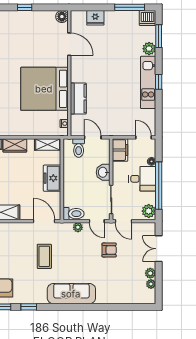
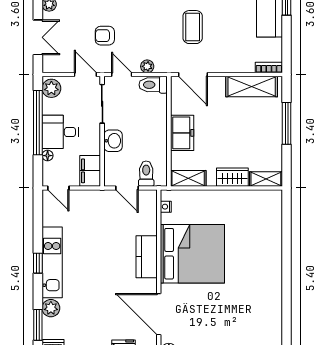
door: (69, 44) -> (159, 314), width x1.36
kitchen counter: (78, 99) -> (147, 257), moved

